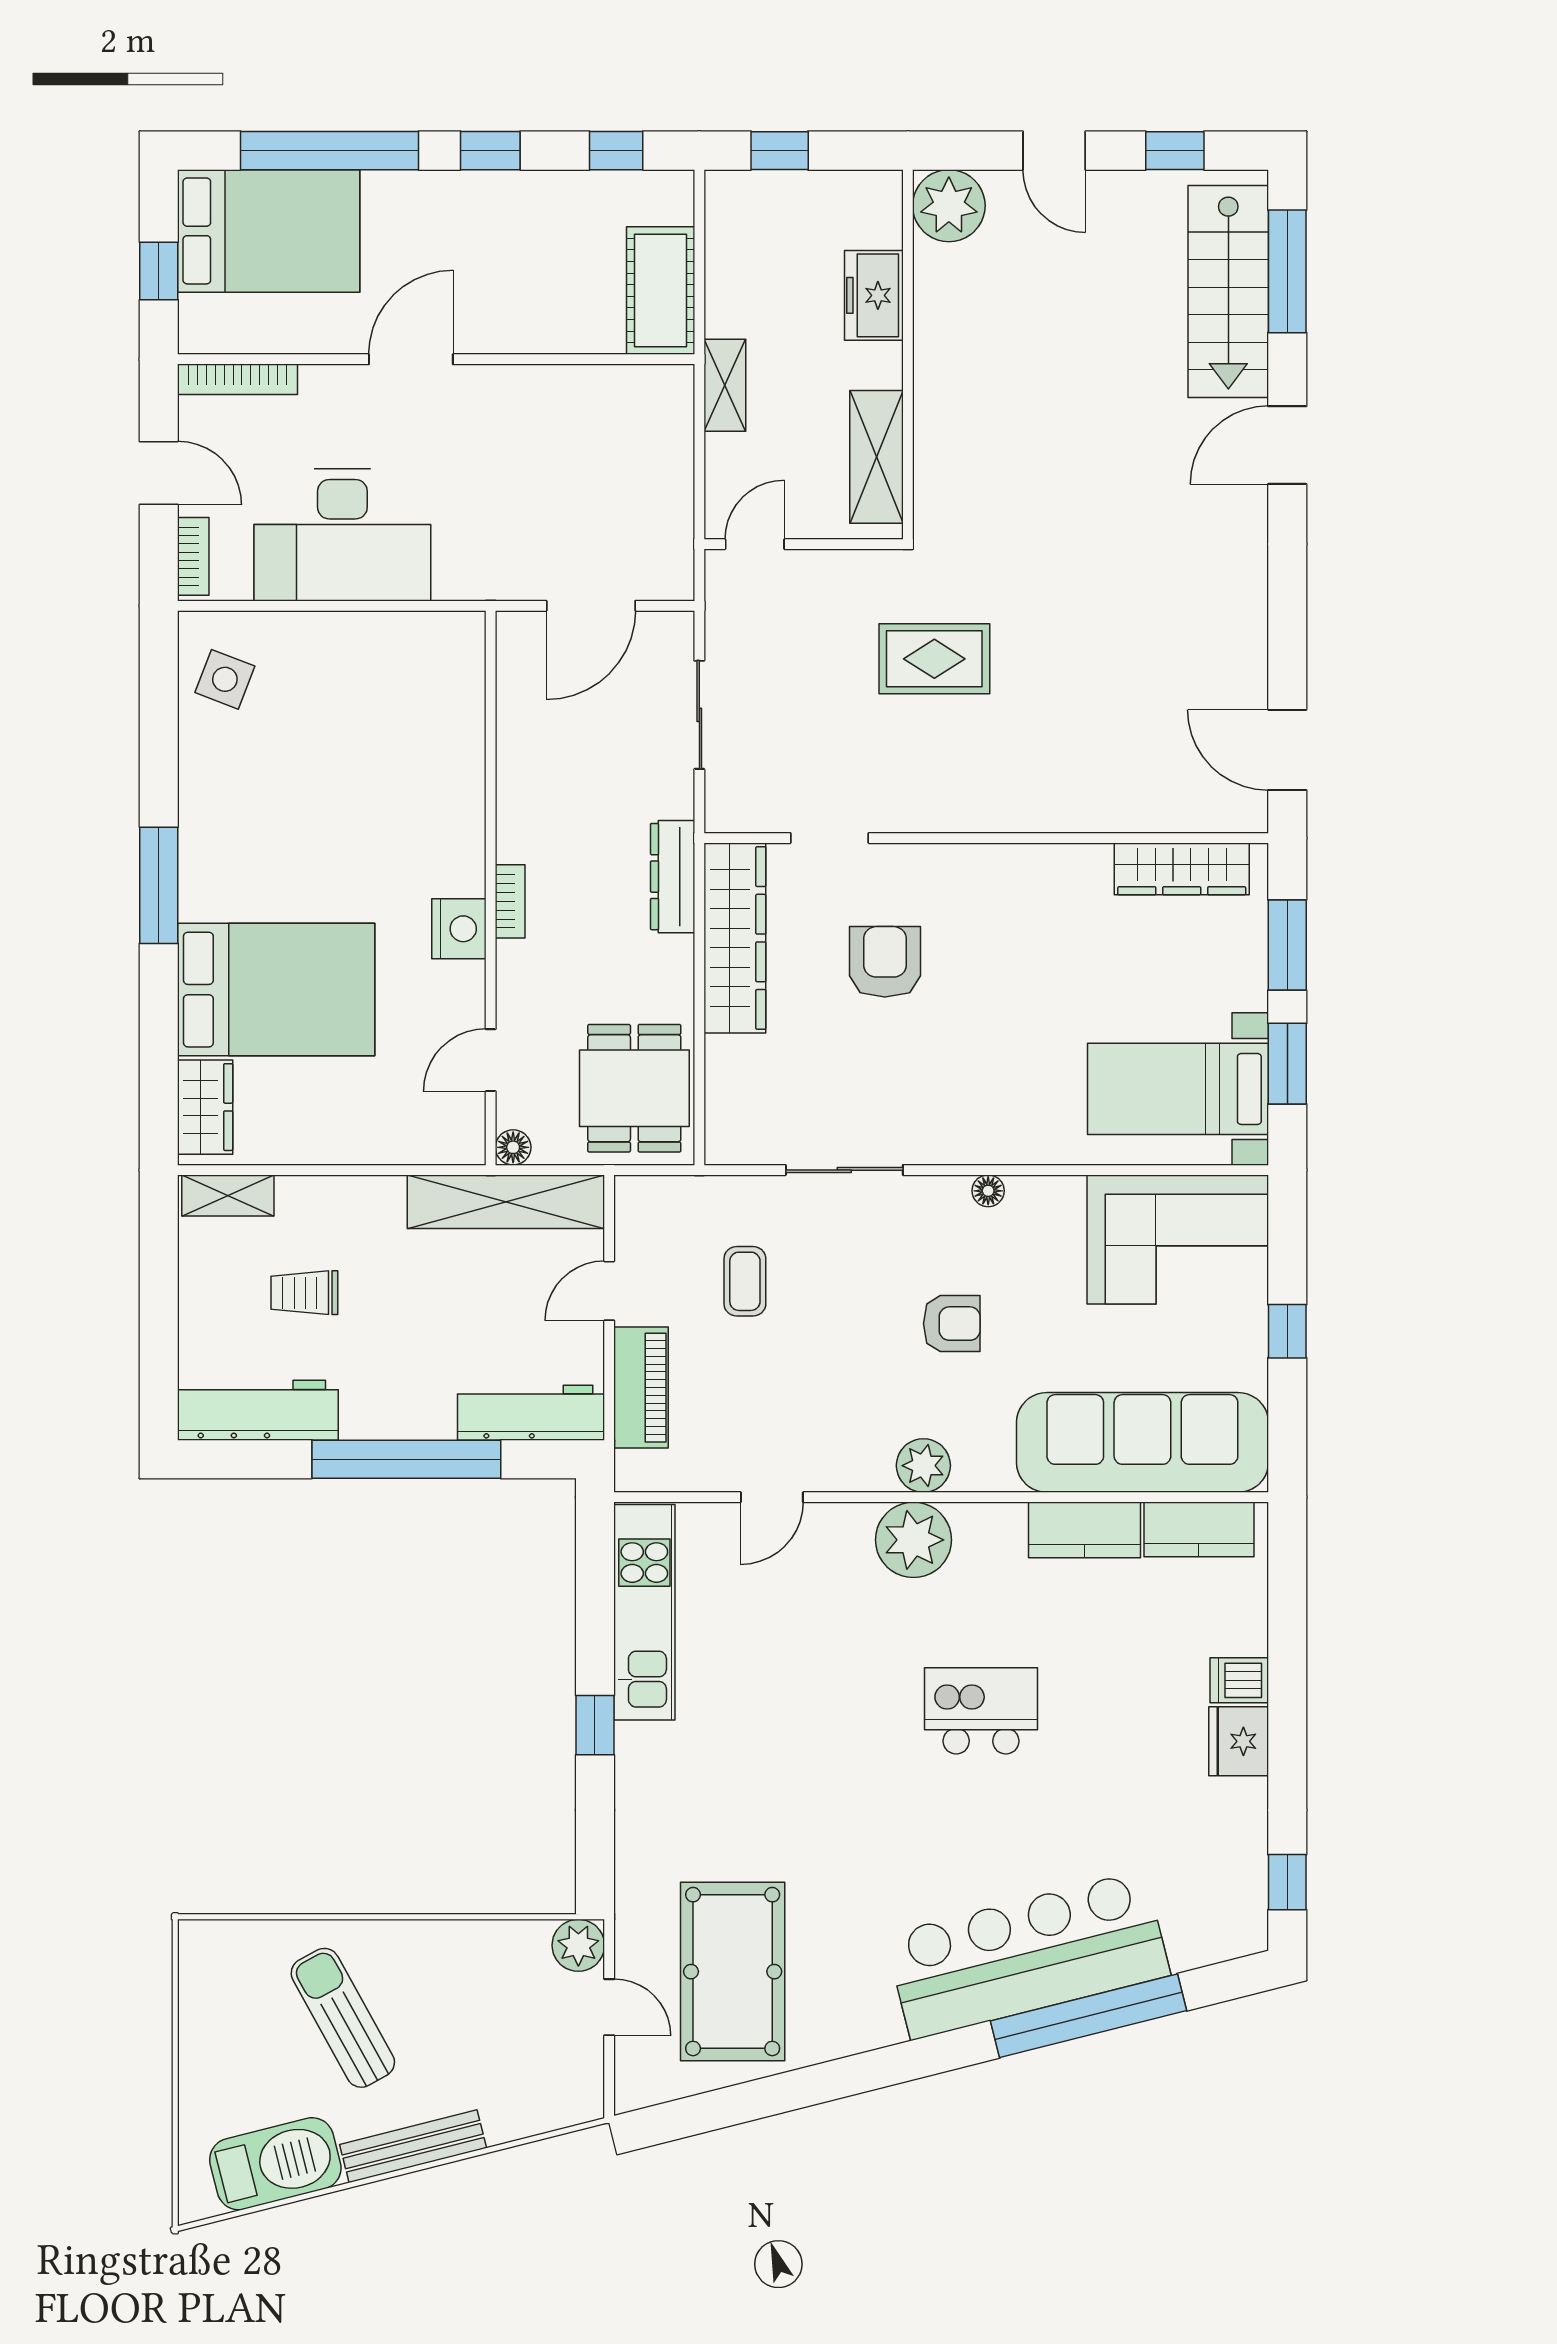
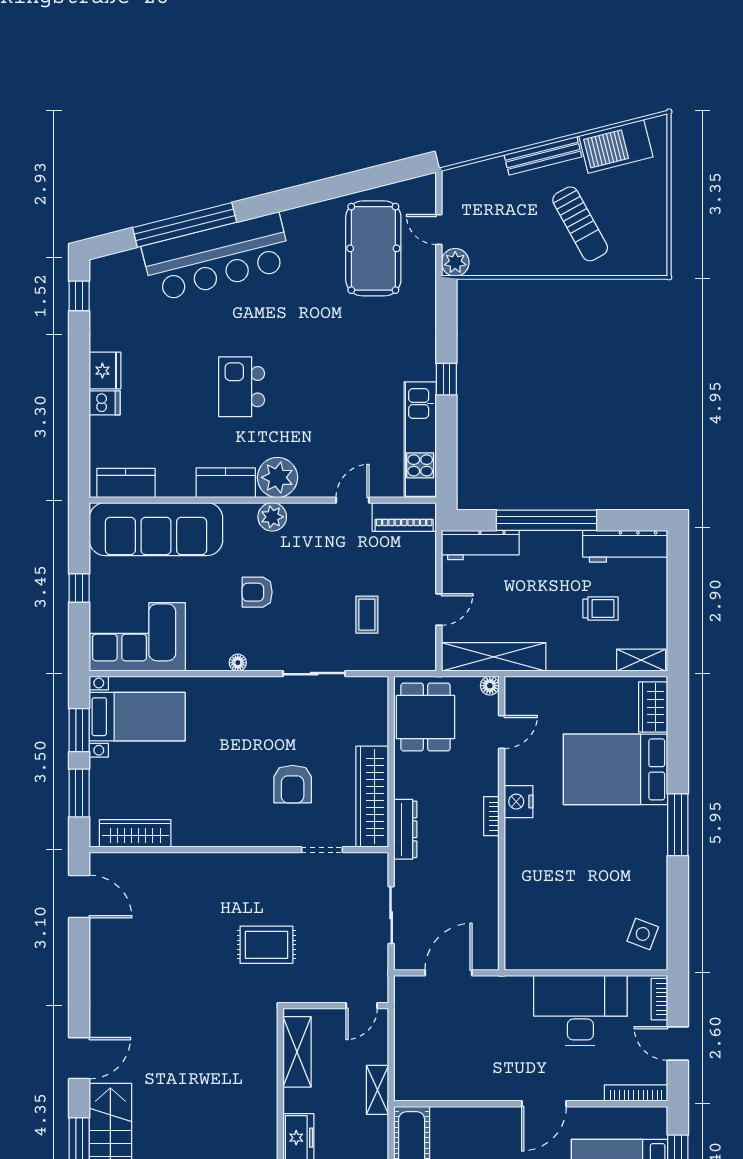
piano: (641, 1388) -> (404, 517), moved, turned -90
kitchen counter: (1084, 1530) -> (226, 483), moved
kitchen island: (981, 1711) -> (242, 387), turned 90

